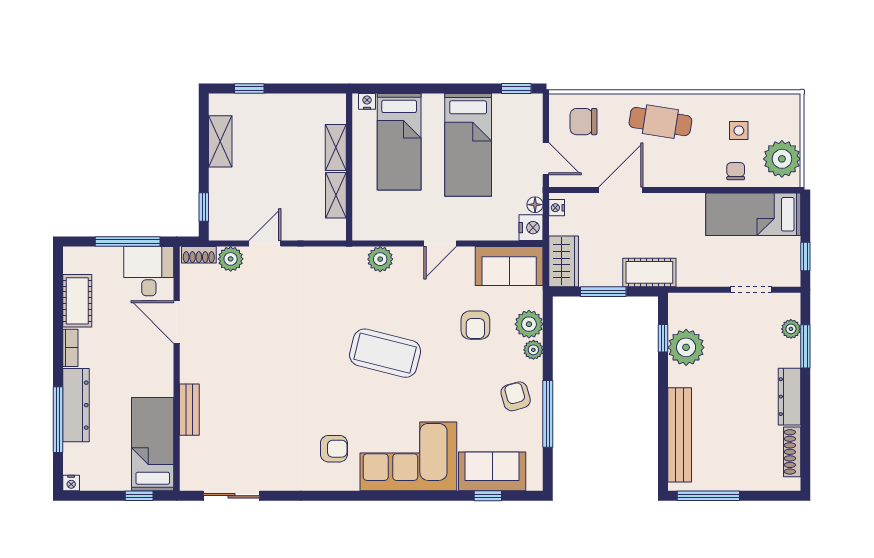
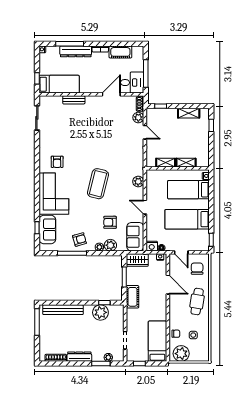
door: (546, 159) -> (181, 252), hinge flipped

